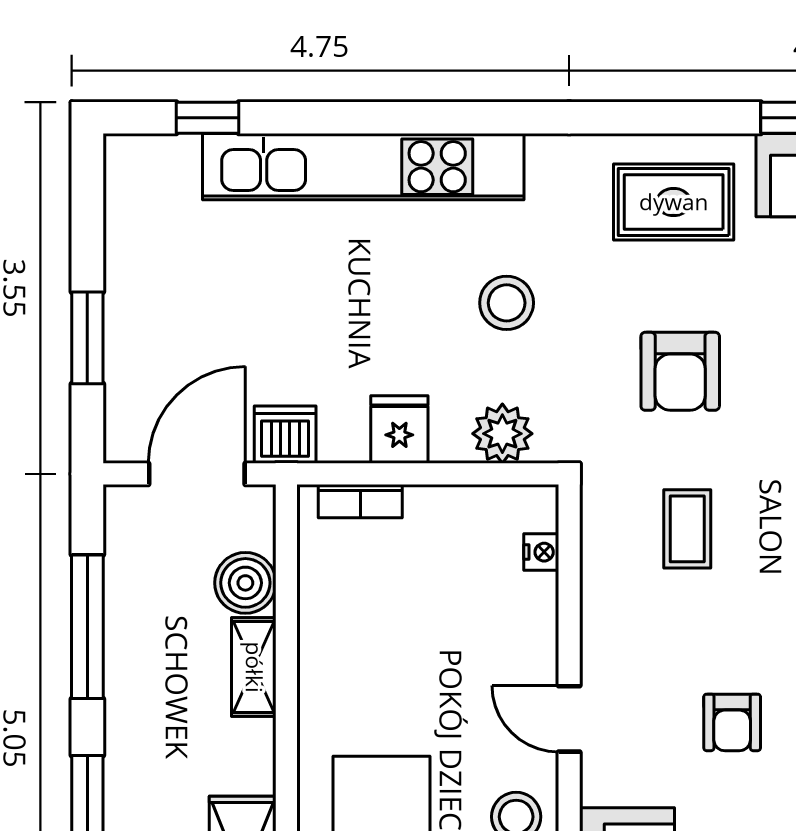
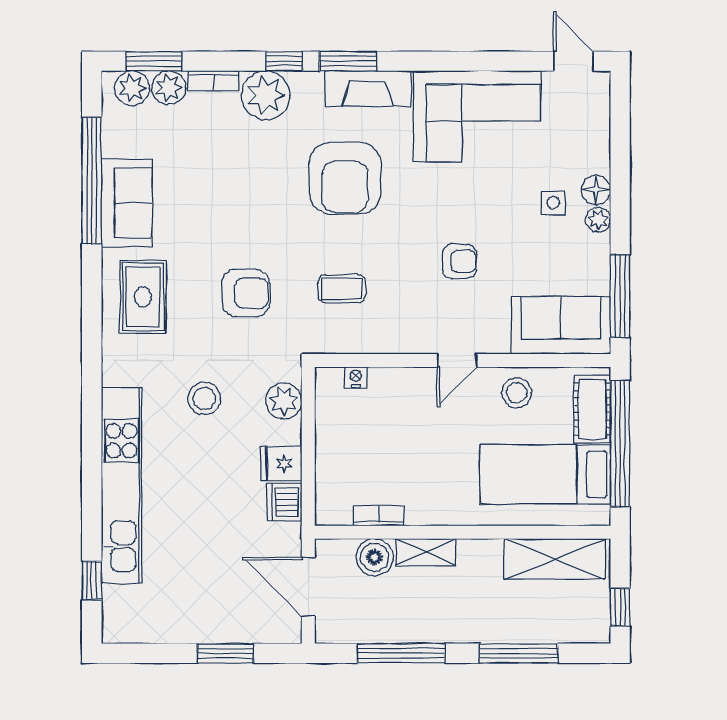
dishwasher: (285, 435) -> (284, 502), moved
bookcase: (360, 501) -> (379, 516), moved, turned -90

